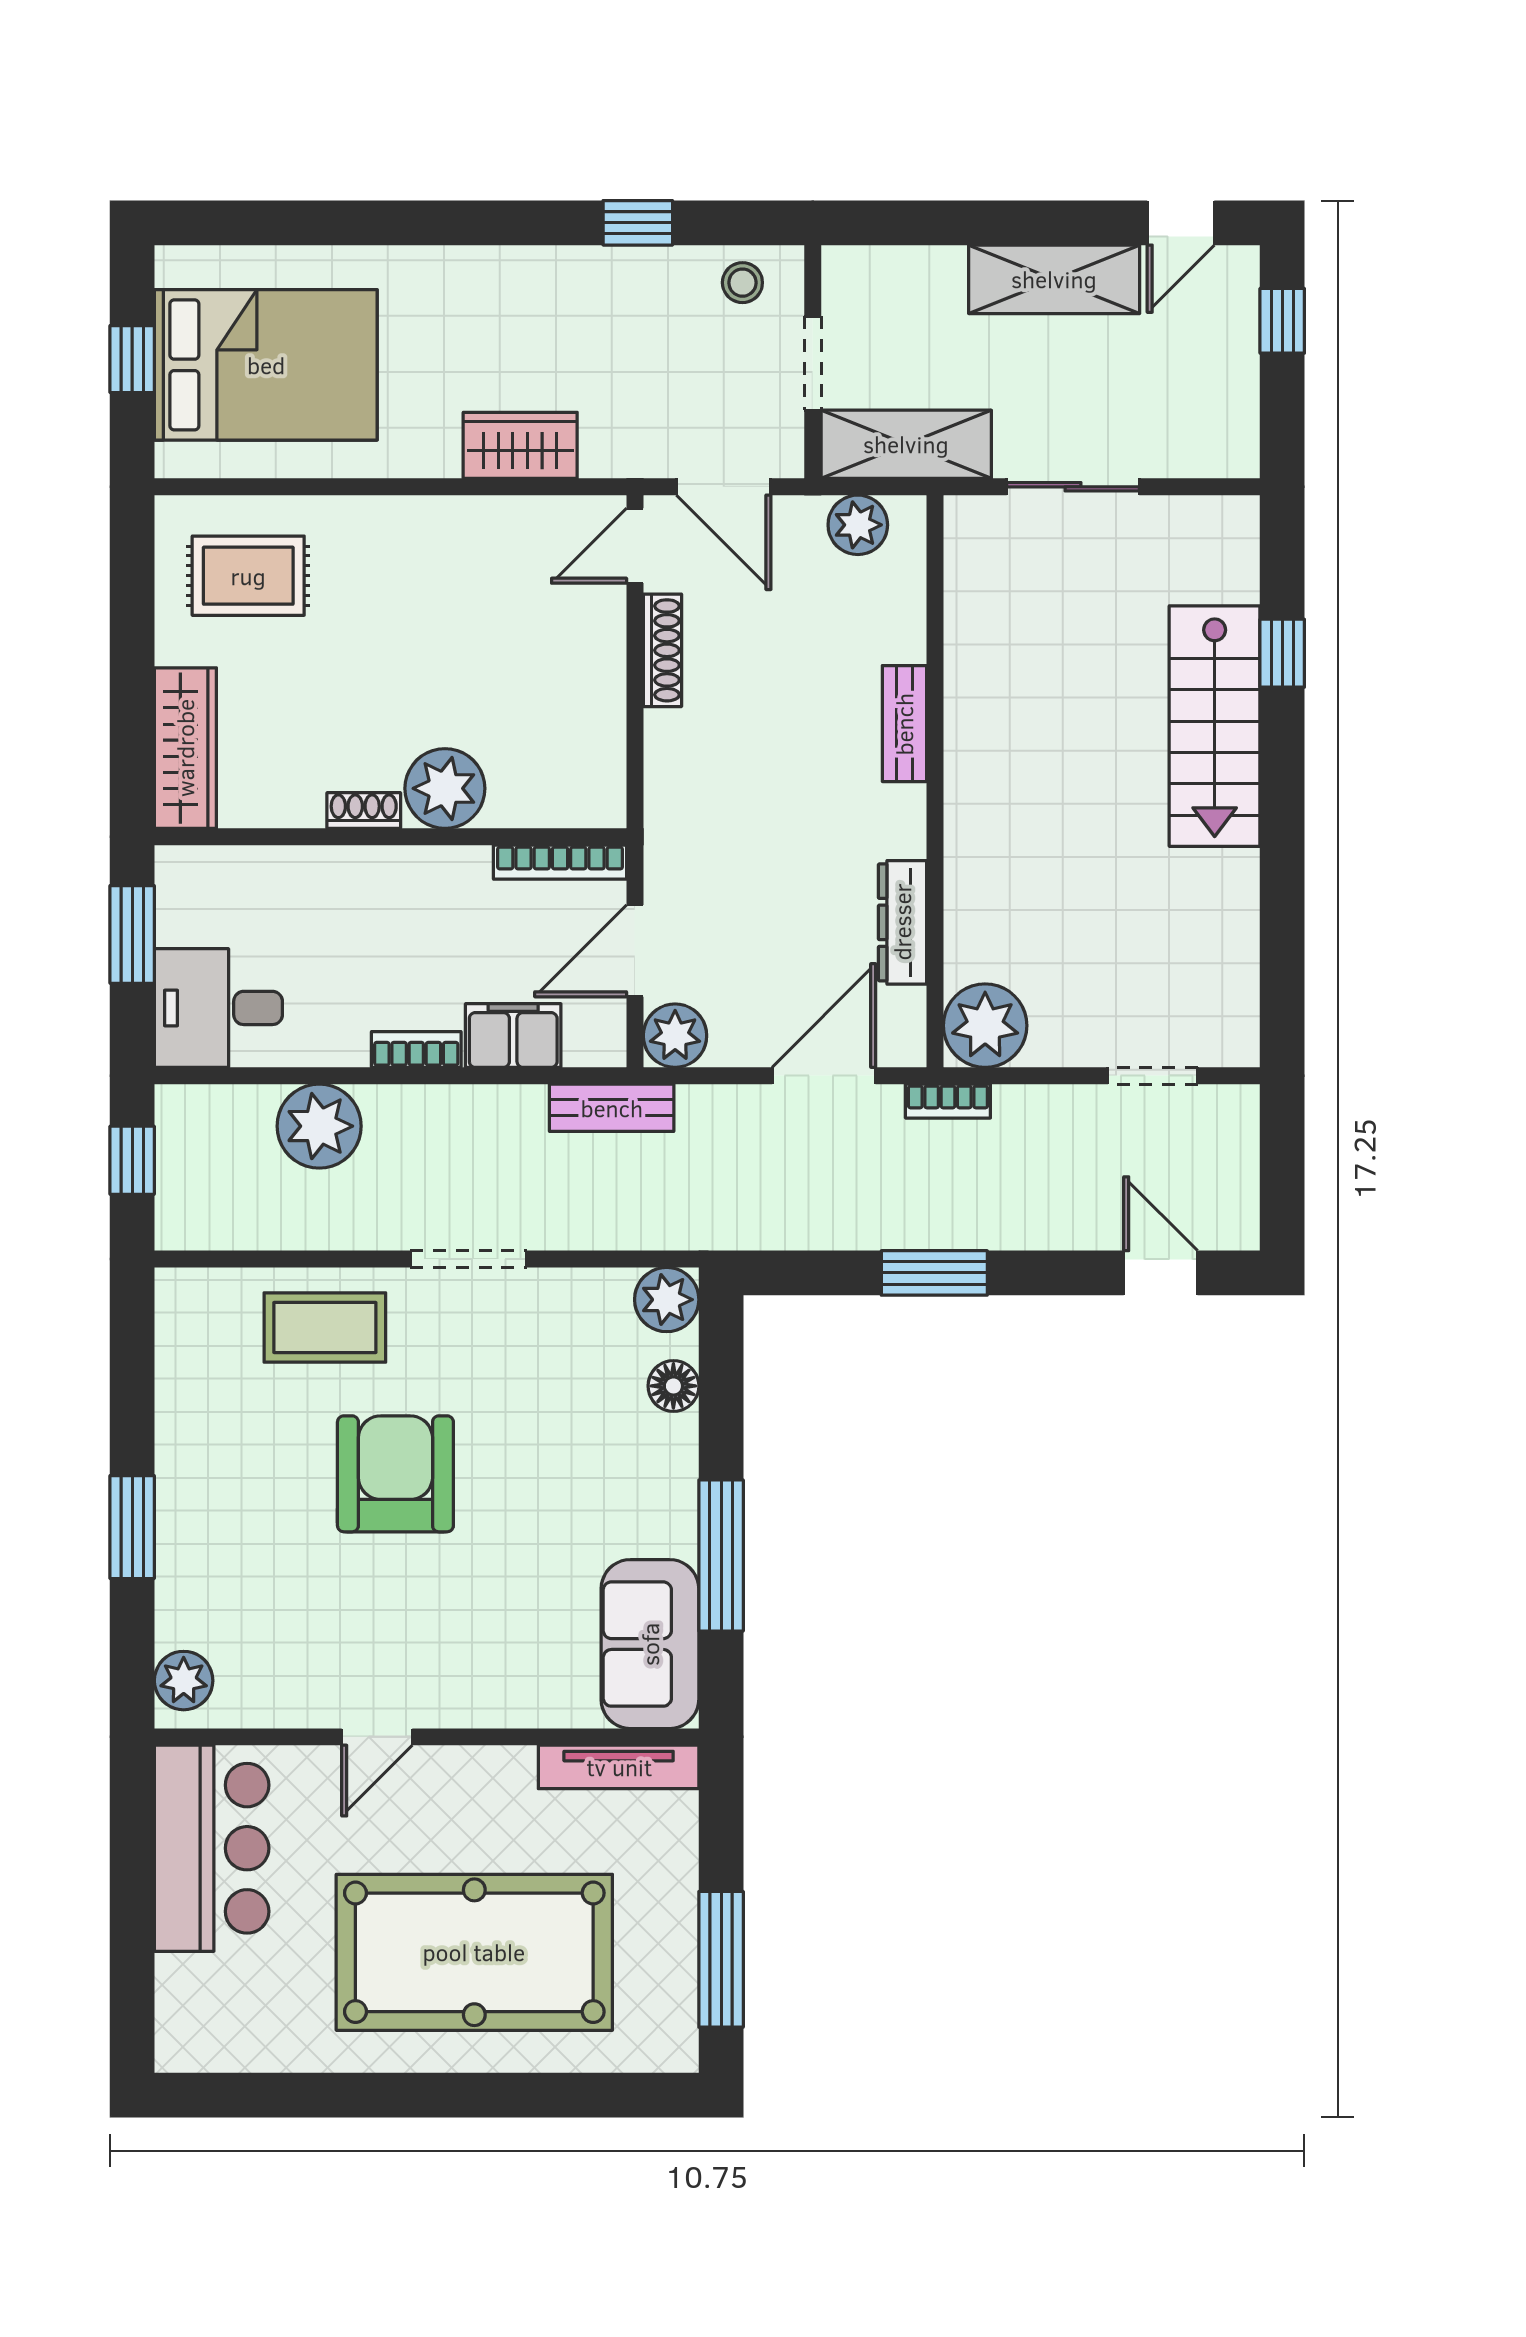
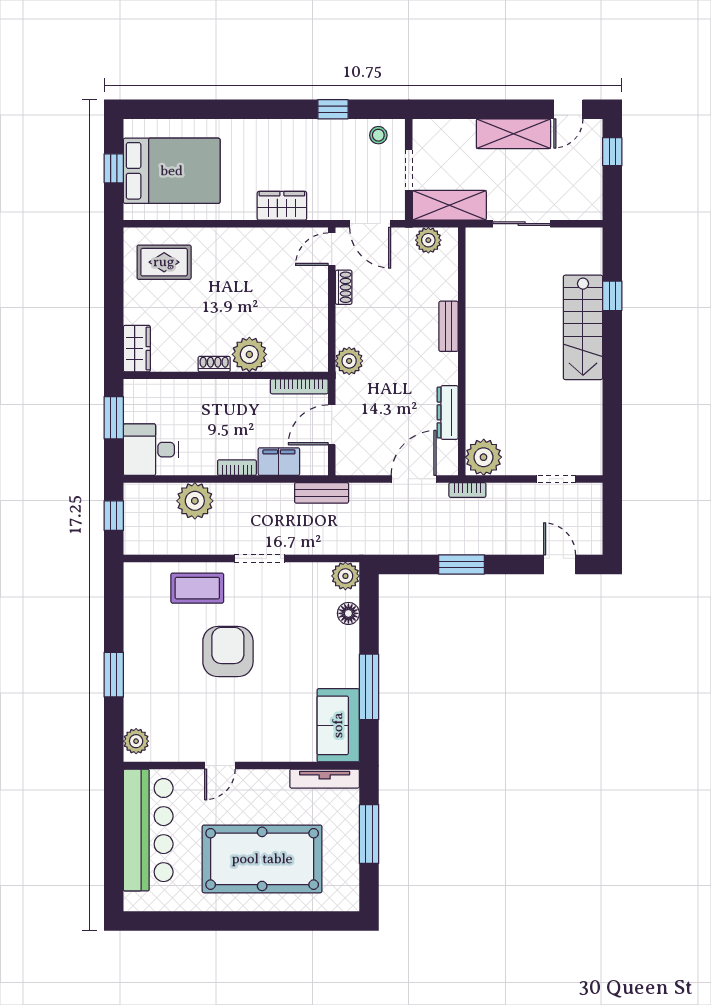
shoe rack: (662, 650) -> (344, 287), width x0.70
wardrobe: (185, 748) -> (137, 349), width x0.67
plant: (675, 1036) -> (349, 361), moved
bar counter: (212, 1848) -> (148, 830), width x1.36
window: (721, 1959) -> (369, 834), moved

